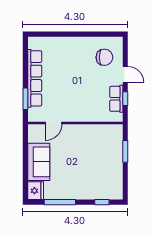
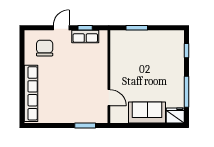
row of seats: (35, 78) -> (31, 93), moved, turned 90

